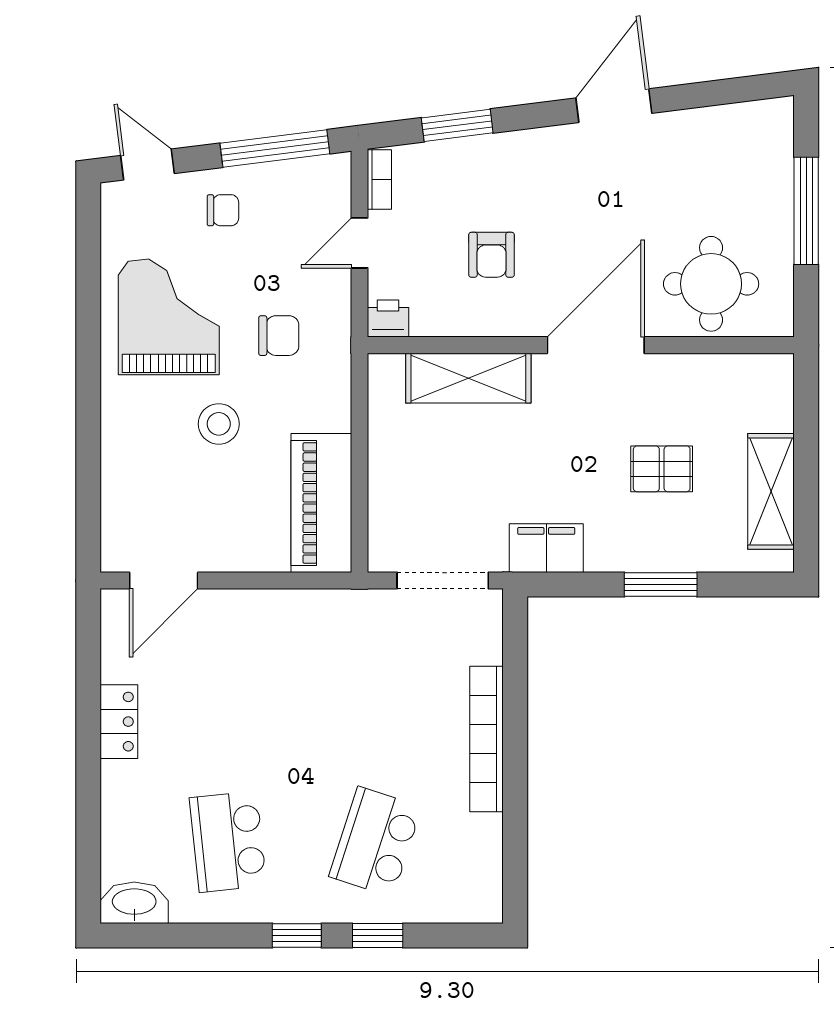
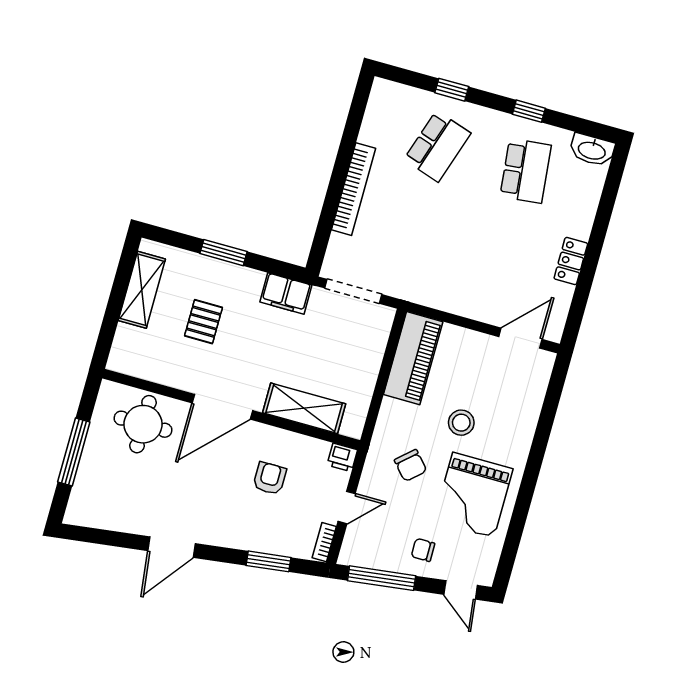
chair: (279, 336) -> (411, 465), turned -132
pallet: (662, 469) -> (204, 322), turned 90
window: (297, 935) -> (529, 111), moved

